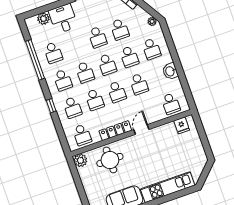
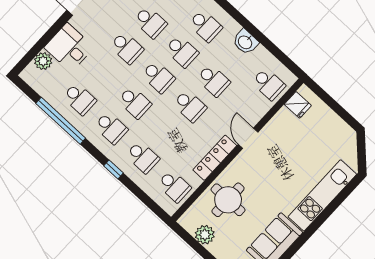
school desk: (95, 100) -> (166, 132), removed
plant: (80, 160) -> (205, 235), moved

